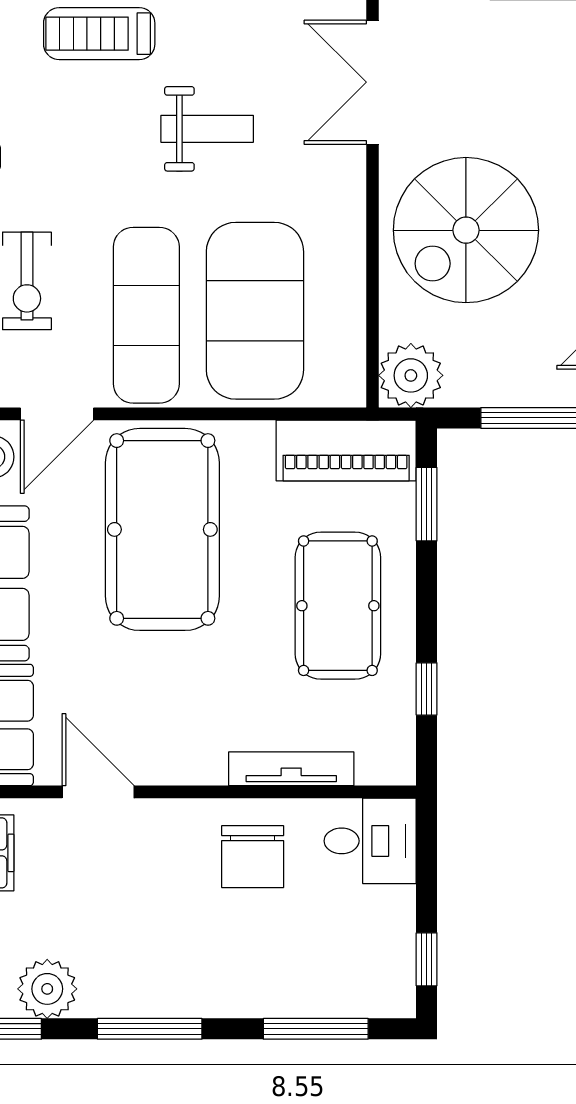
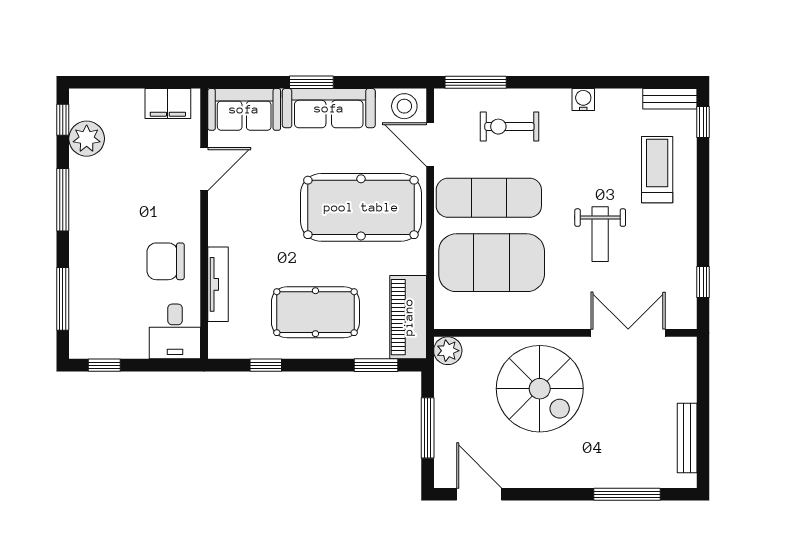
spiral stairs: (466, 230) -> (540, 389), turned 180
plant: (411, 375) -> (448, 351), width x0.73, depth x0.73

